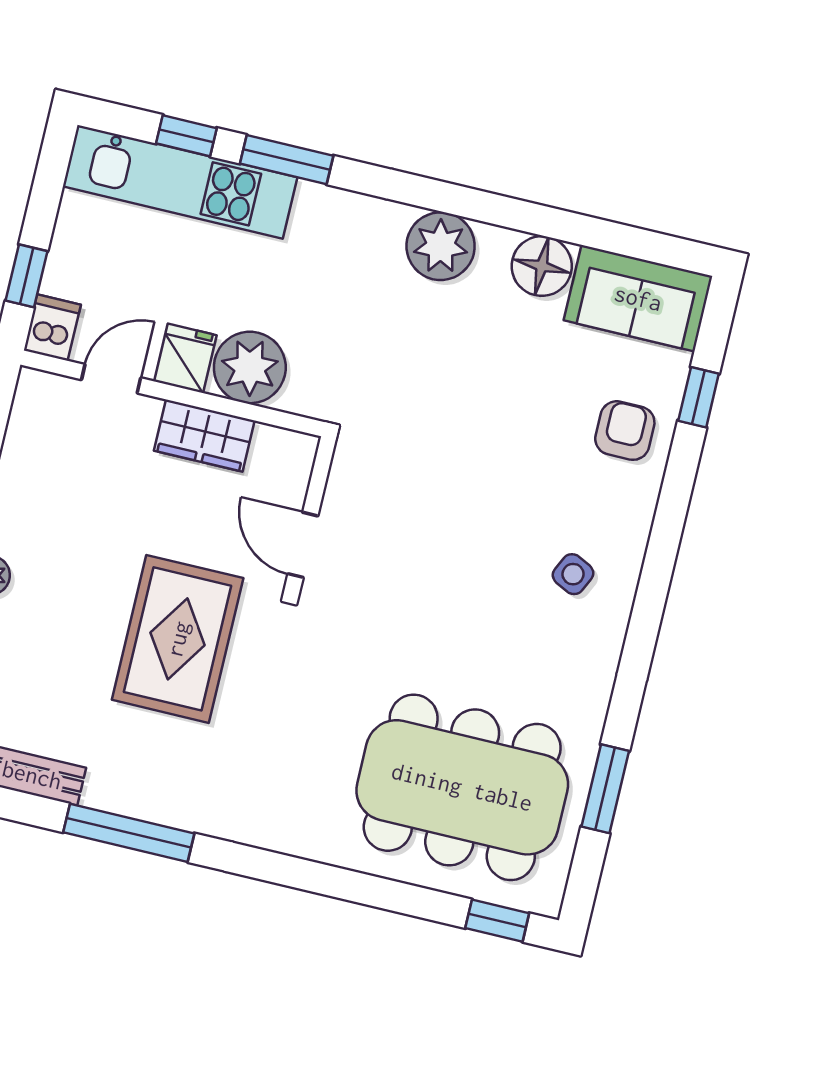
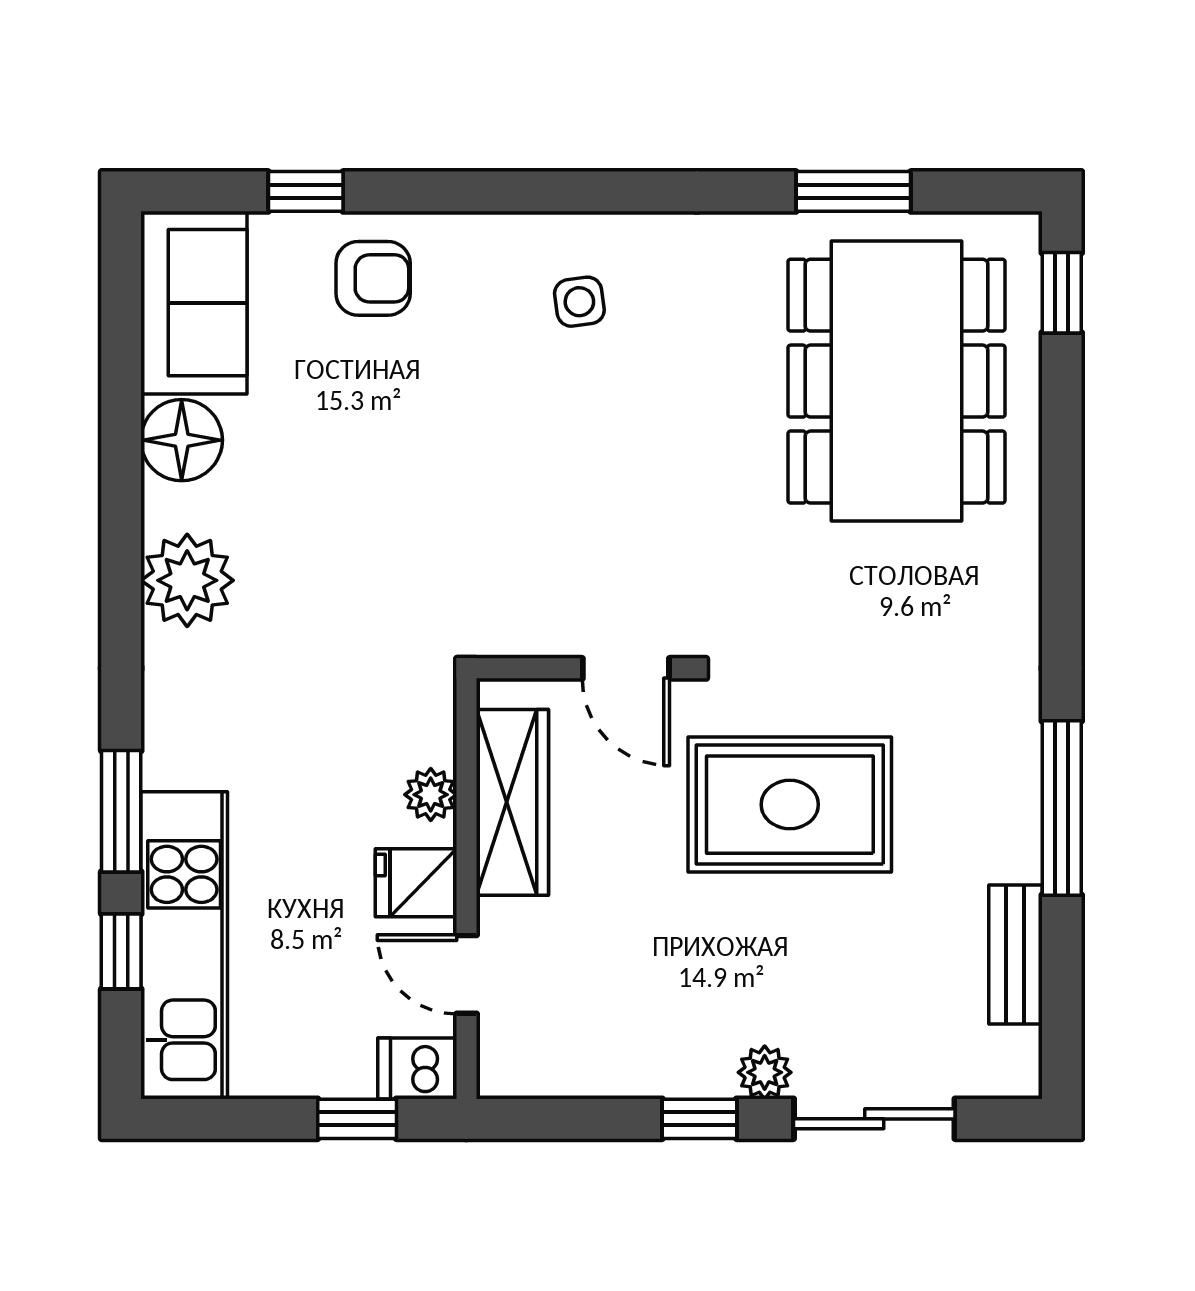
plant: (250, 367) -> (431, 795), width x0.53, depth x0.53
armchair: (625, 431) -> (373, 278), turned 180
wardrobe: (204, 436) -> (512, 802), width x1.50
door: (303, 545) -> (626, 668), hinge flipped
side table: (573, 574) -> (579, 302), turned -34

